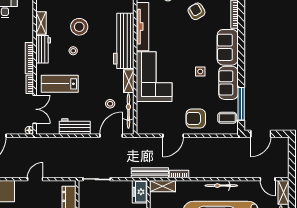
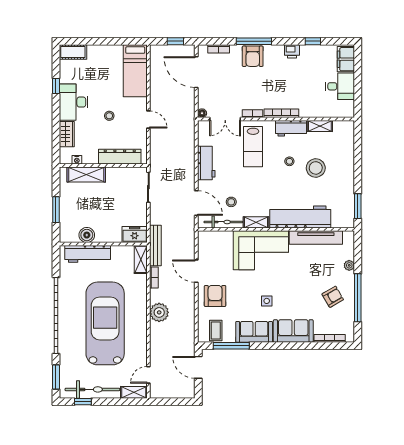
lab bench: (60, 84) -> (253, 147), turned 180
plant: (211, 169) -> (159, 312), added
bicycle: (221, 186) -> (141, 324), removed

